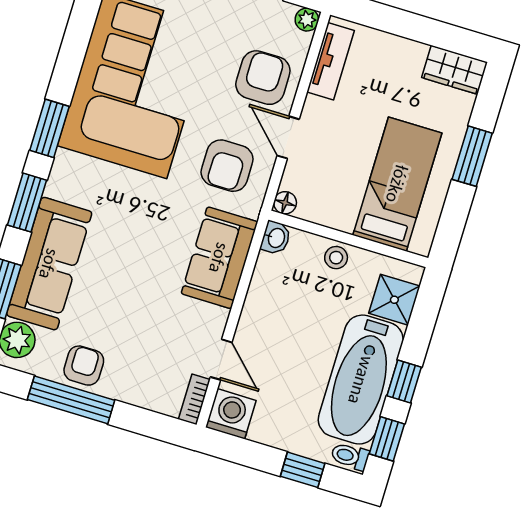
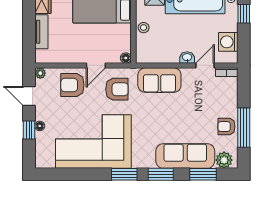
tv unit: (331, 61) -> (41, 32), moved, turned 90
washbasin: (276, 238) -> (187, 57), moved
washing machine: (231, 414) -> (228, 42), moved

